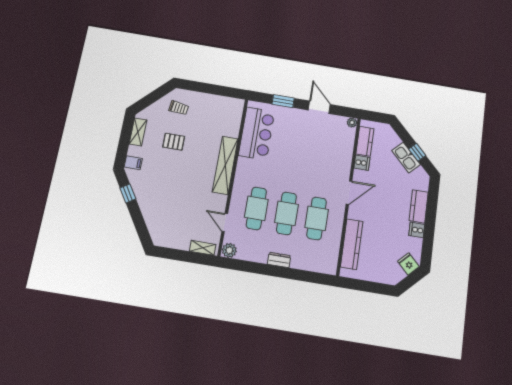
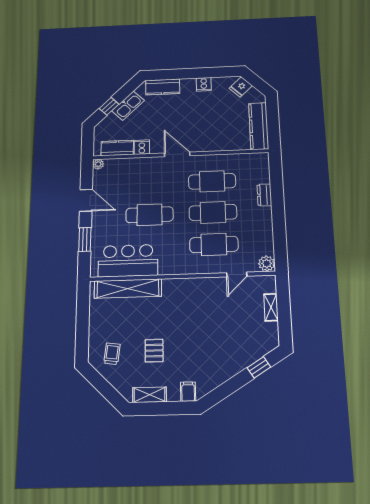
door: (319, 107) -> (86, 200), swing flipped
window: (417, 152) -> (109, 106), moved
cafe table: (295, 158) -> (149, 215), added
shelving: (225, 165) -> (128, 289), moved
window: (128, 193) -> (259, 367), moved
kitchen counter: (419, 206) -> (163, 87), moved
kitchen counter: (352, 244) -> (259, 126), moved, turned -90
shelving: (203, 248) -> (271, 307), moved
dresser: (279, 260) -> (264, 195), moved

